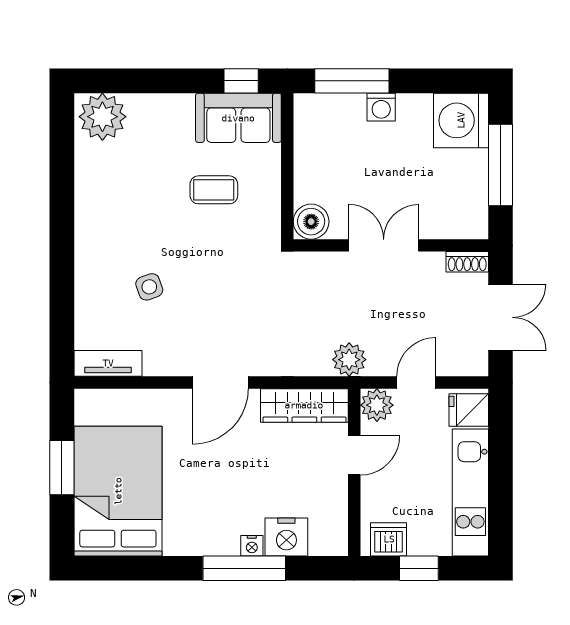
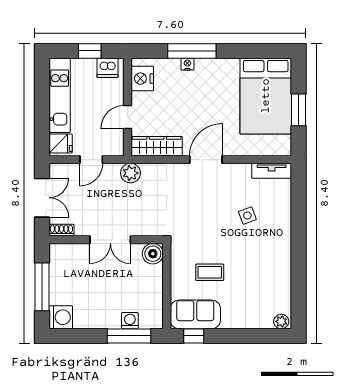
washing machine: (381, 107) -> (130, 321), moved
plant: (102, 117) -> (281, 321), width x0.53, depth x0.53
washing machine: (461, 120) -> (61, 317), width x0.73, depth x0.73
double door: (501, 317) -> (42, 198), swing flipped
plant: (377, 405) -> (114, 146), removed
nightstand: (286, 537) -> (142, 79), moved, turned -90

